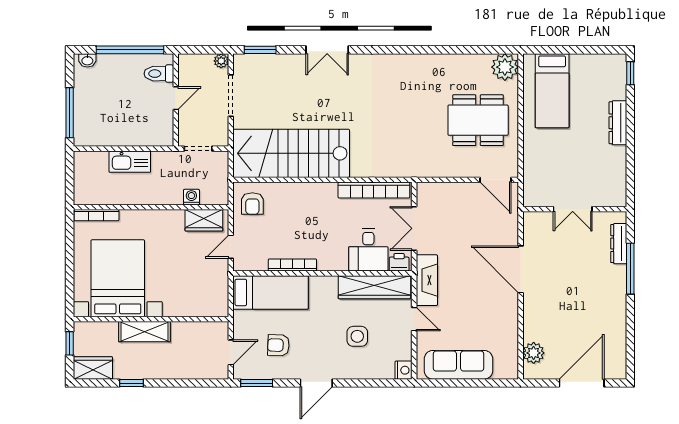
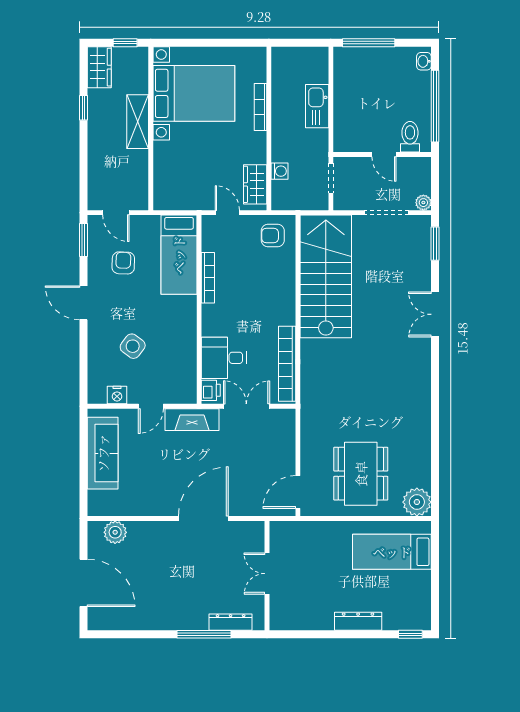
bookcase: (96, 215) -> (261, 107), moved
wardrobe: (374, 287) -> (185, 364), removed
side table: (357, 336) -> (133, 346), turned 37
nightstand: (404, 370) -> (117, 395), moved

